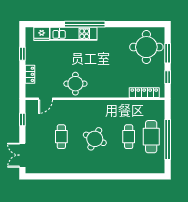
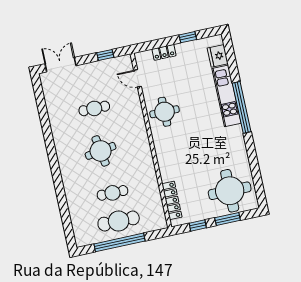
round table: (95, 139) -> (101, 151), turned -34

